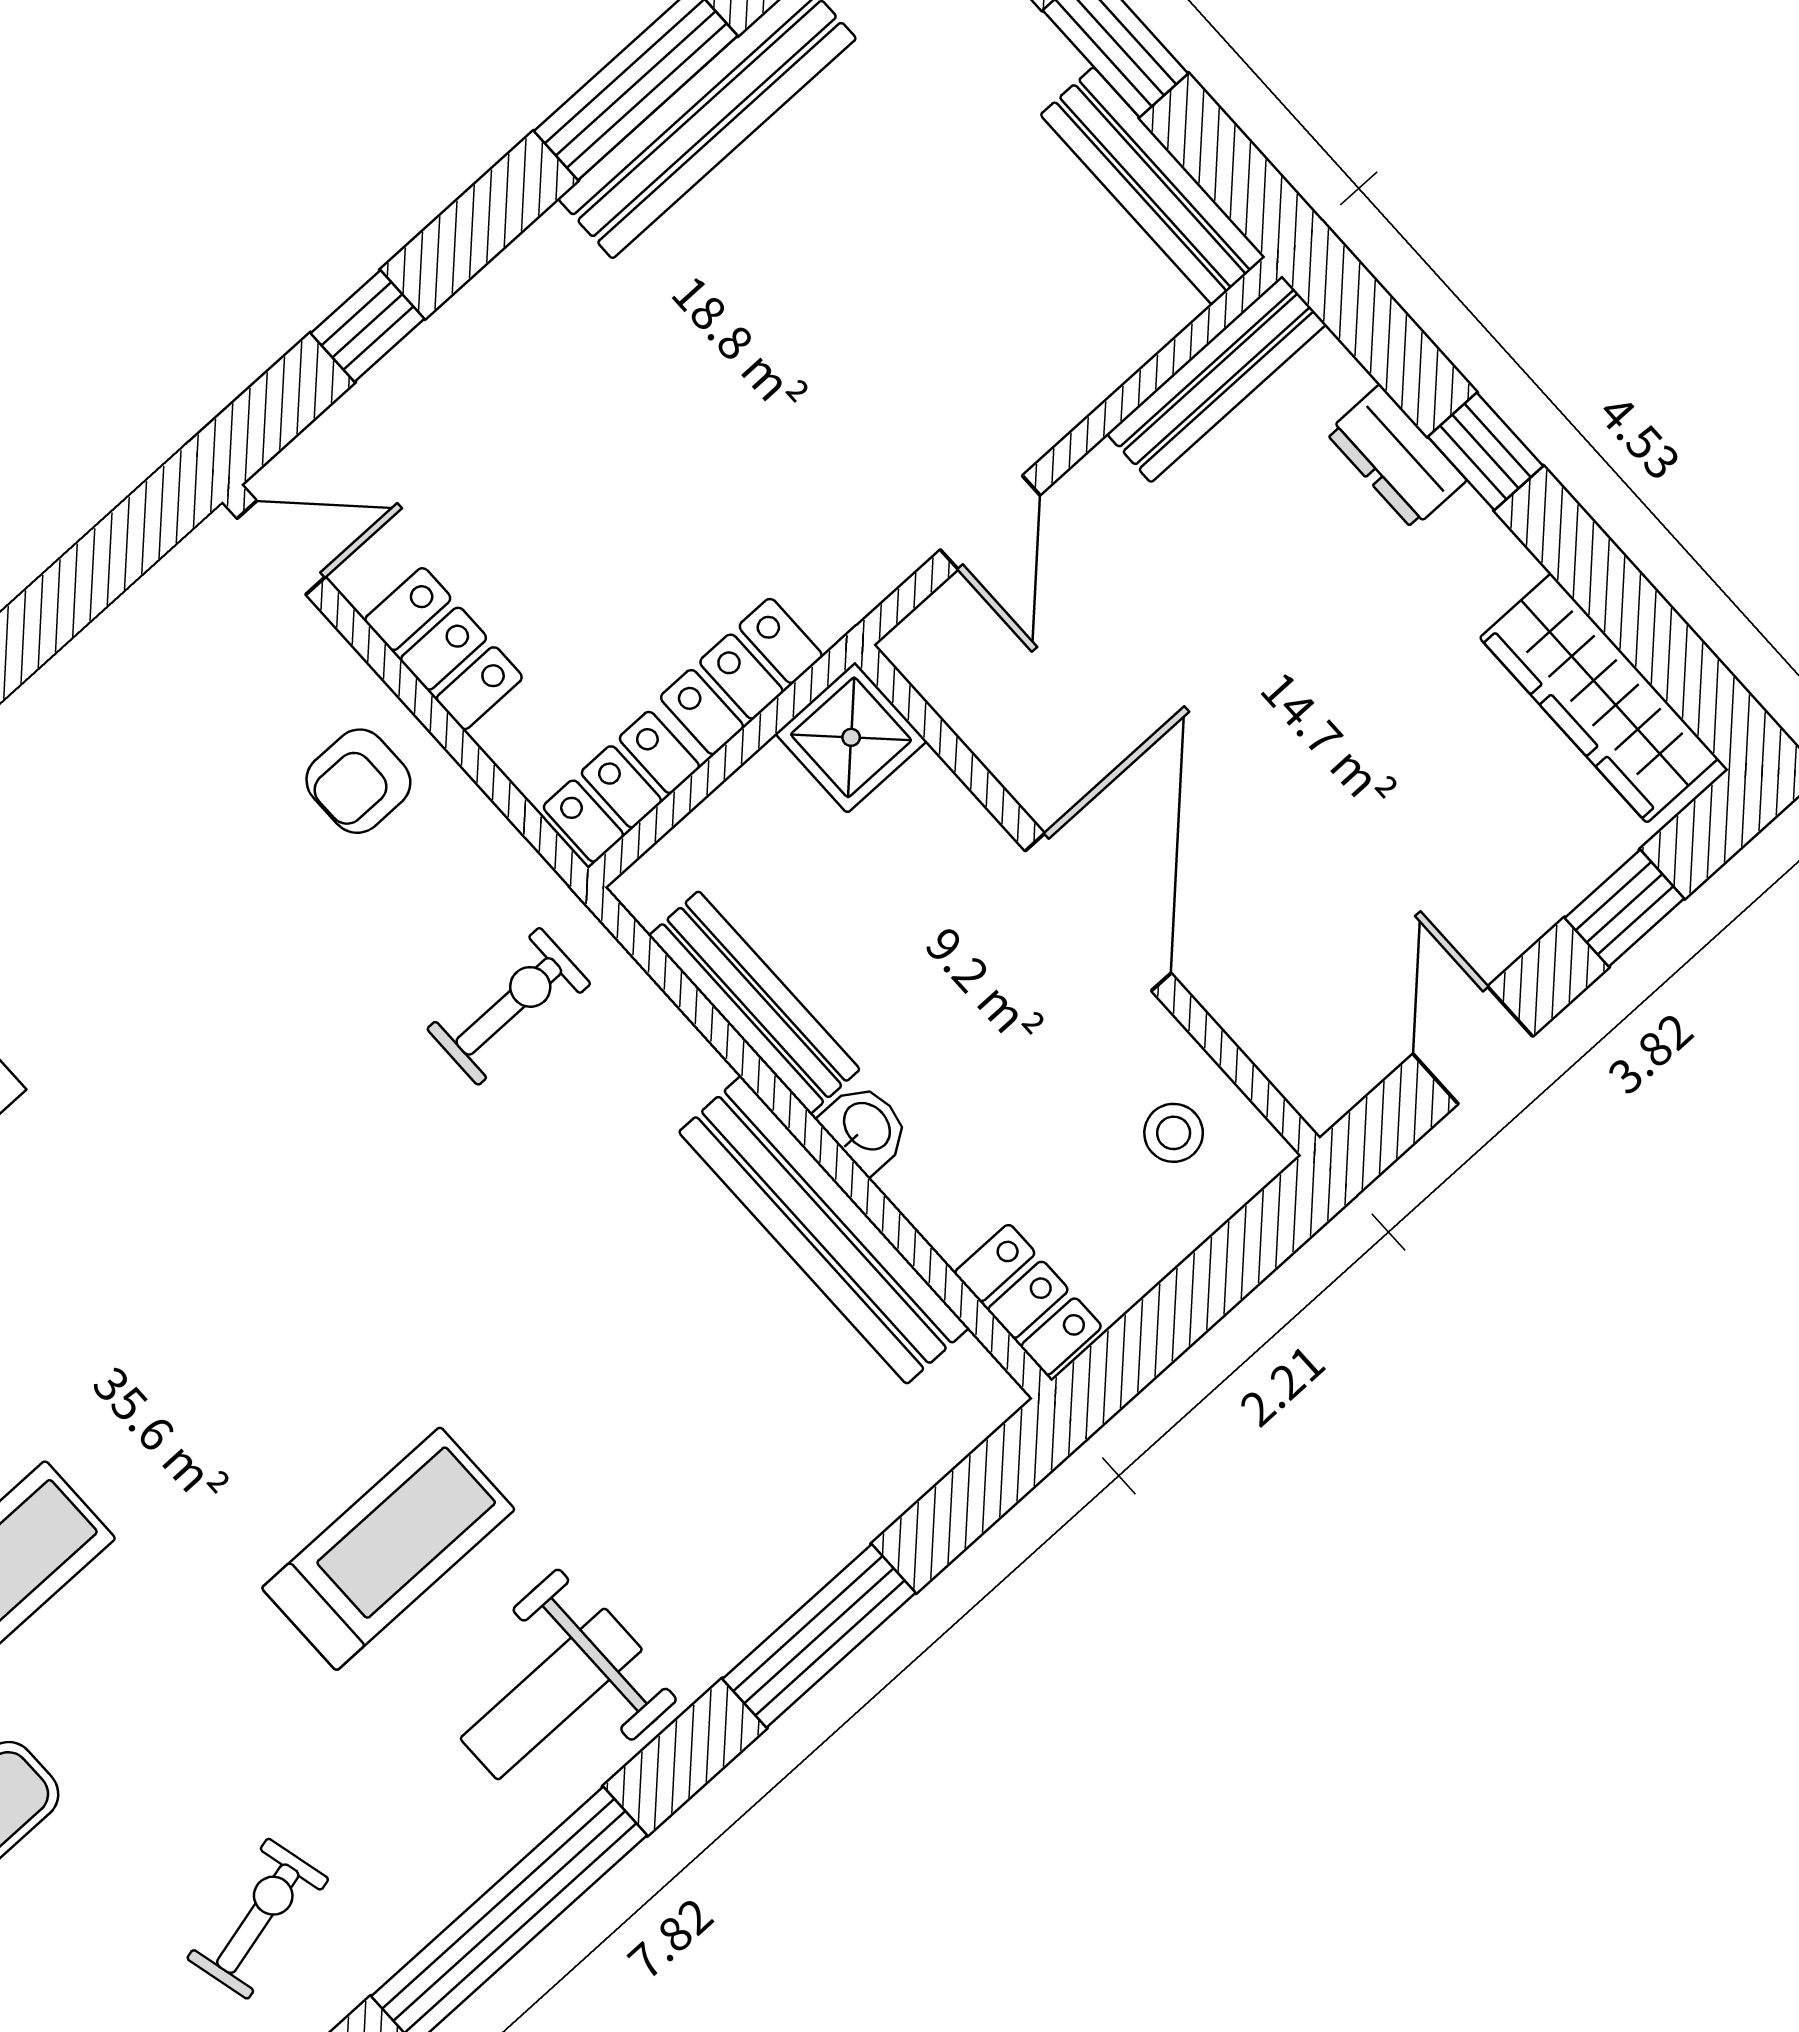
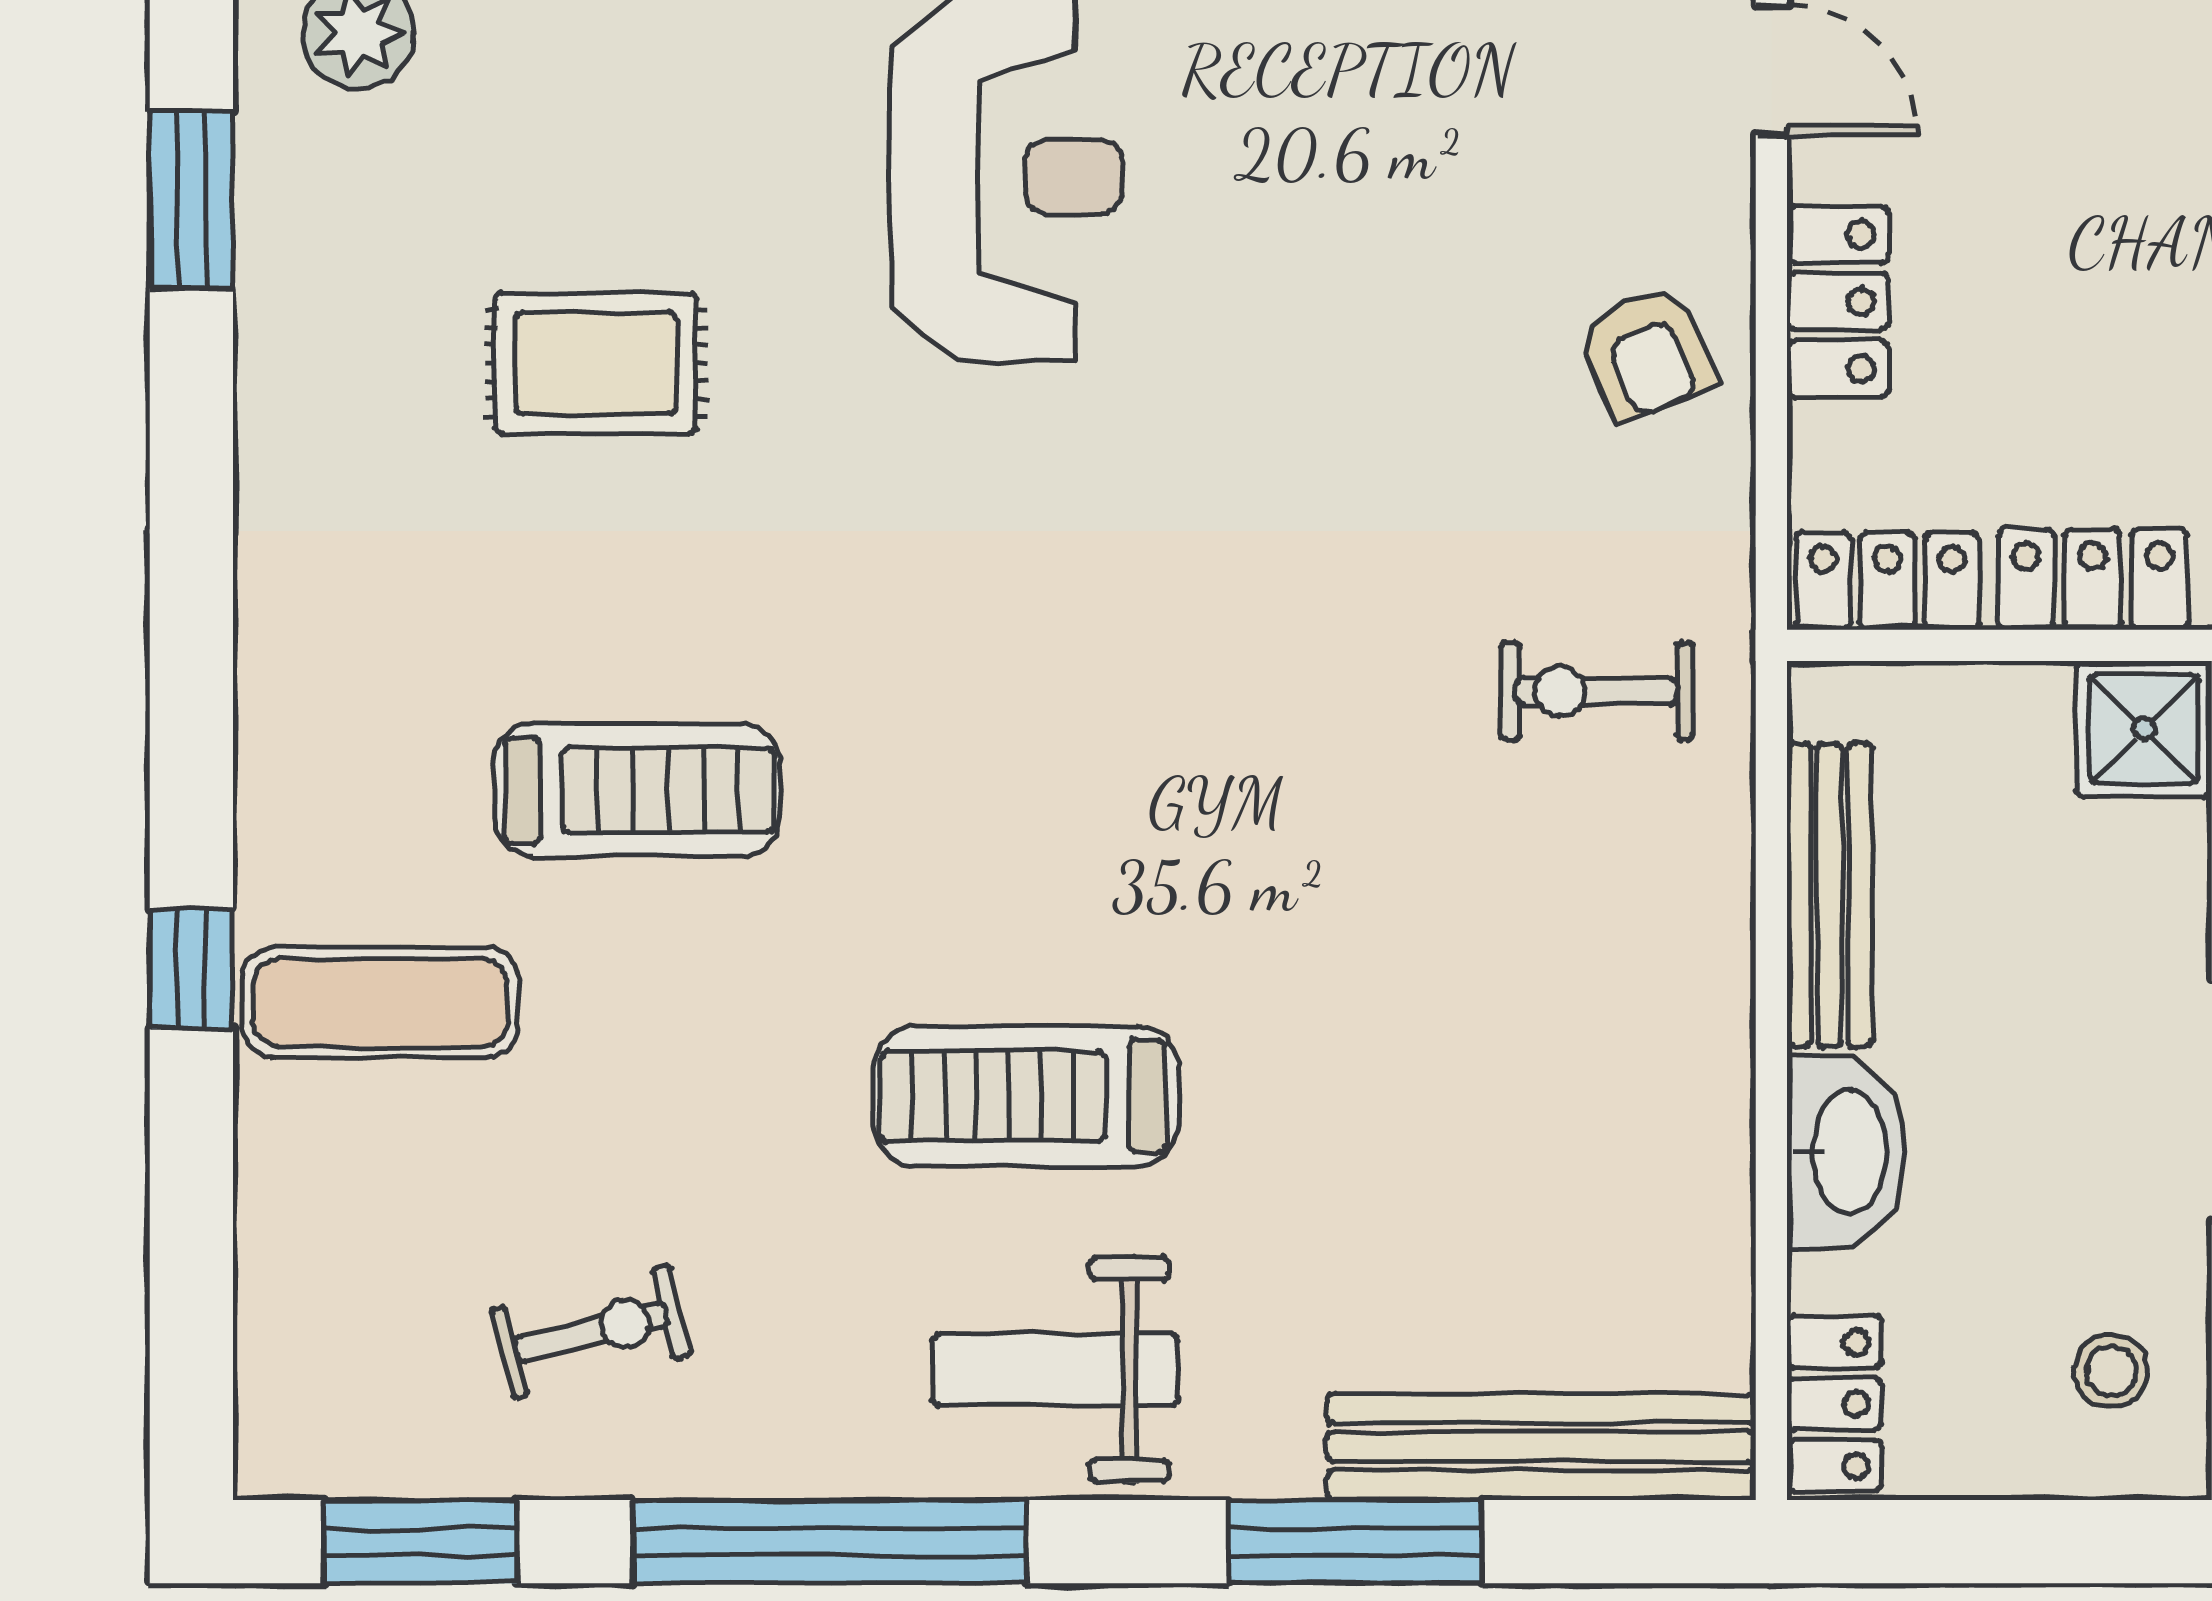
armchair: (358, 781) -> (1646, 354), turned -113
exercise bike: (509, 1006) -> (1597, 691), turned 180
washbasin: (866, 1128) -> (1846, 1152), width x1.91, depth x1.45
bench: (824, 1230) -> (1541, 1447), moved, turned 90
treadmill: (388, 1549) -> (1026, 1096), turned 180

